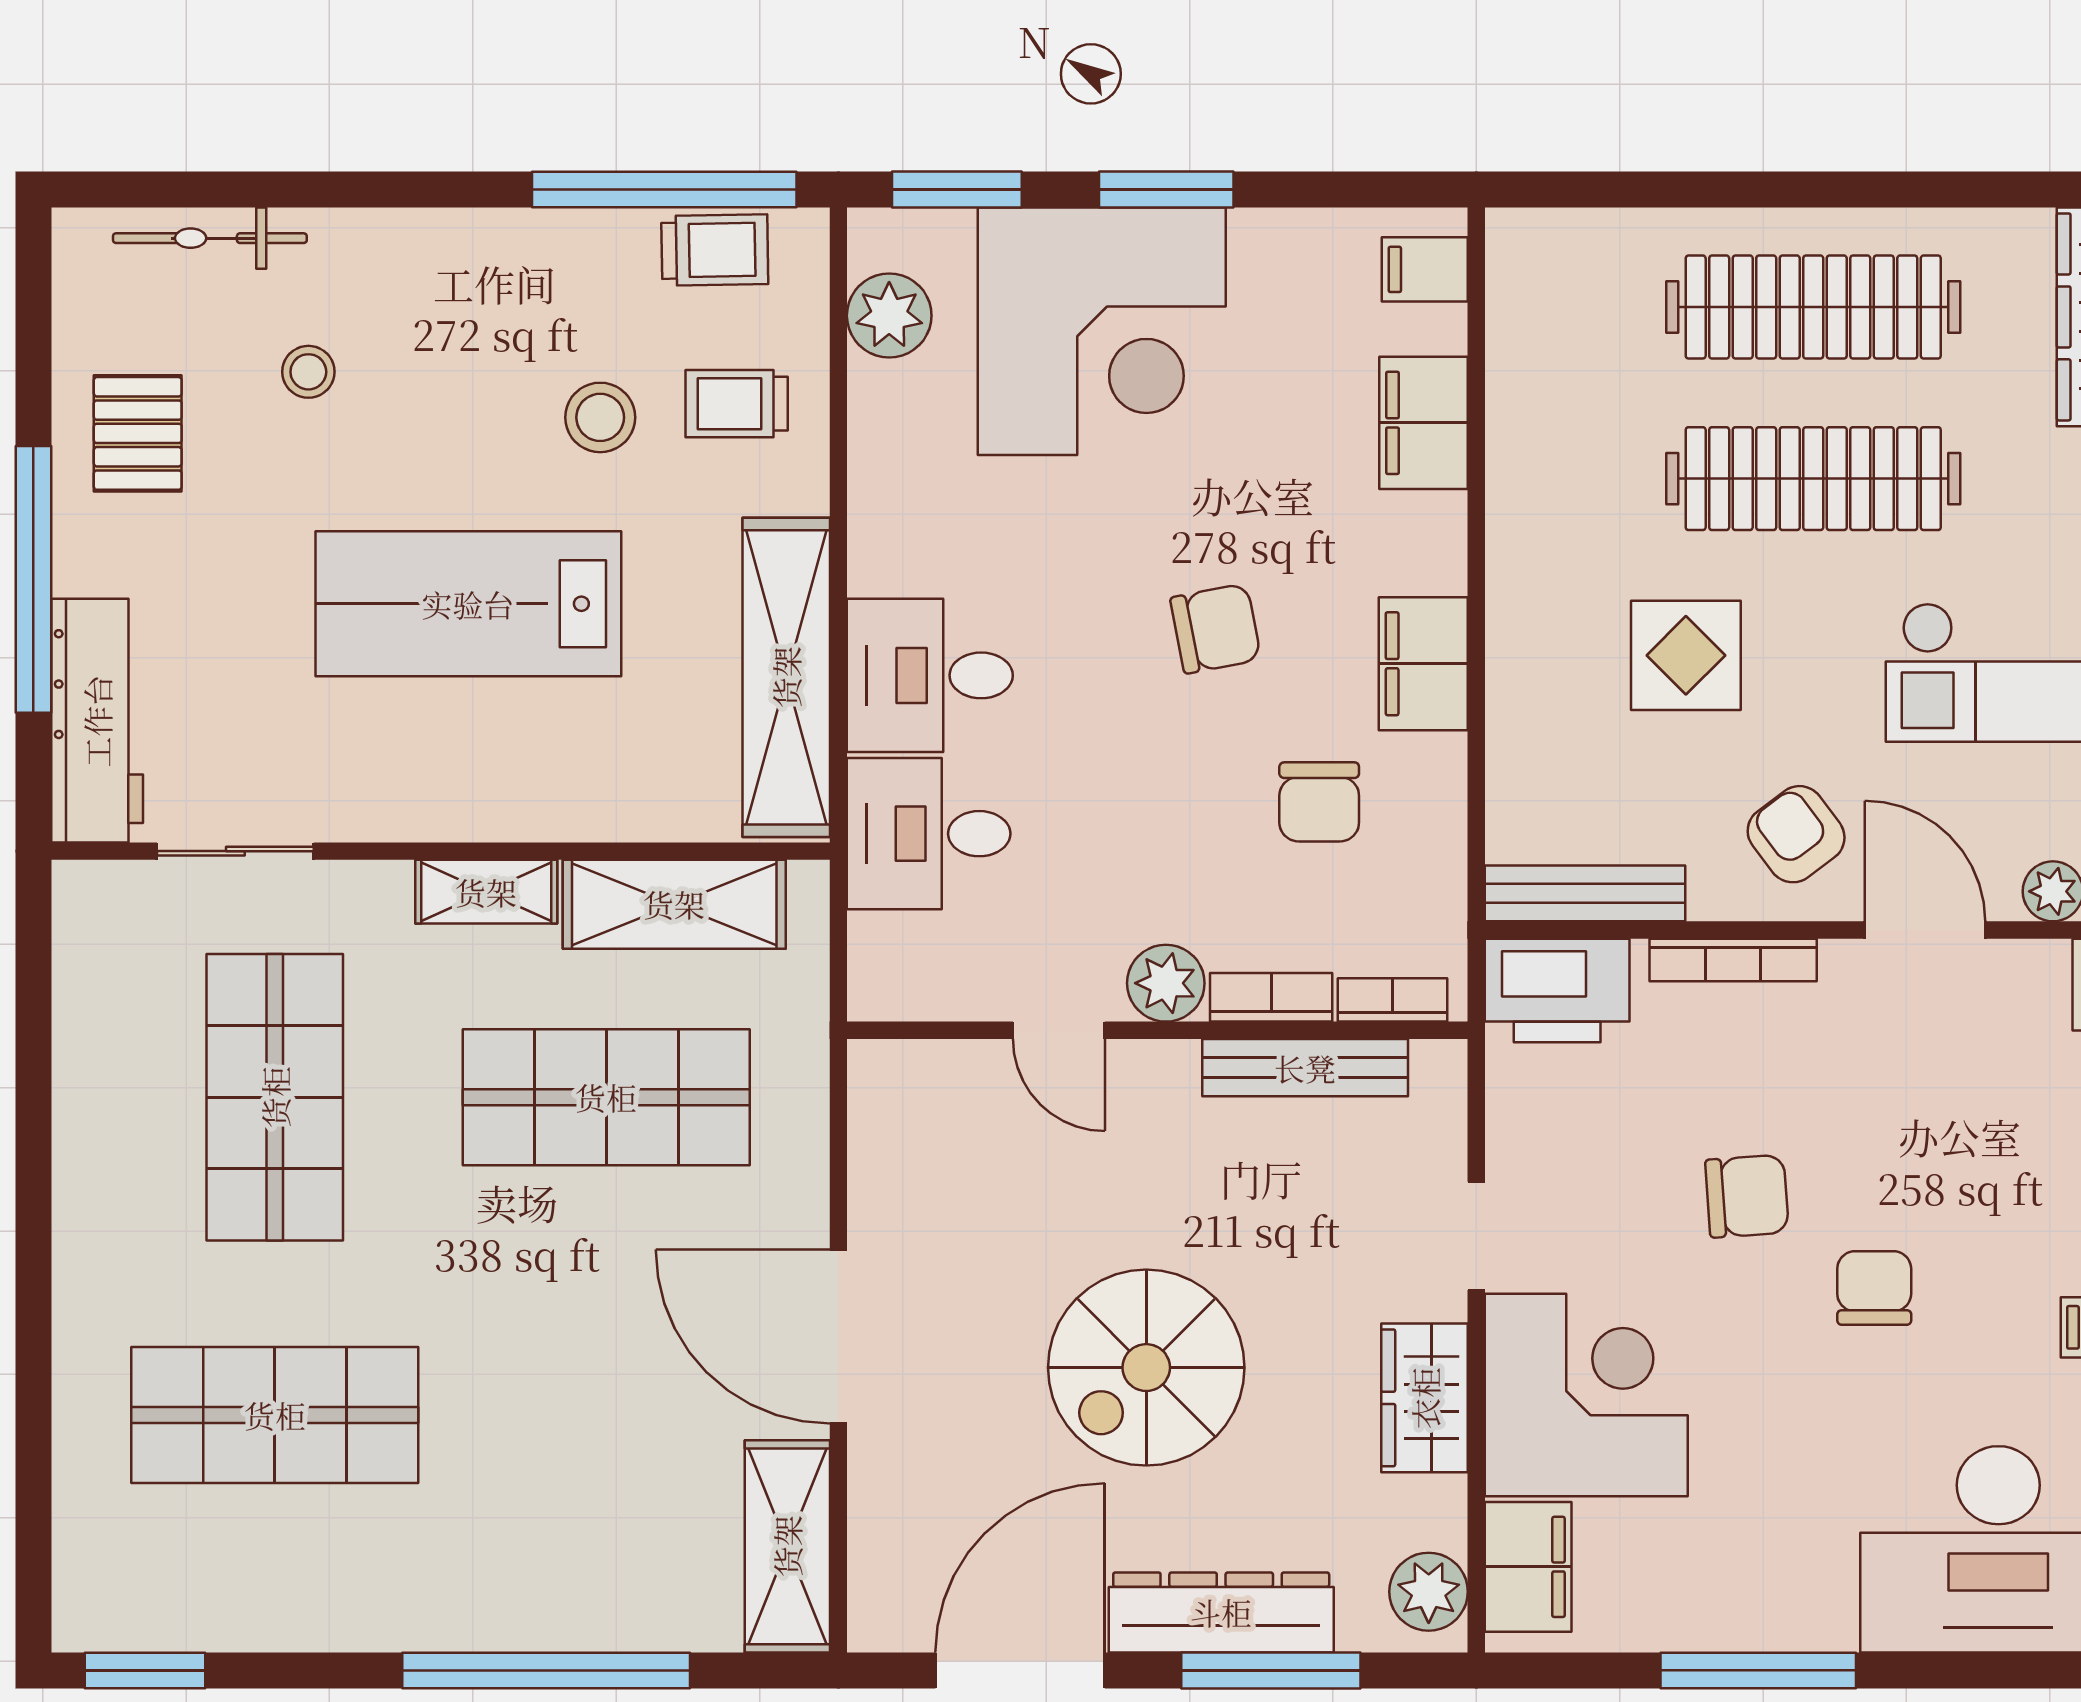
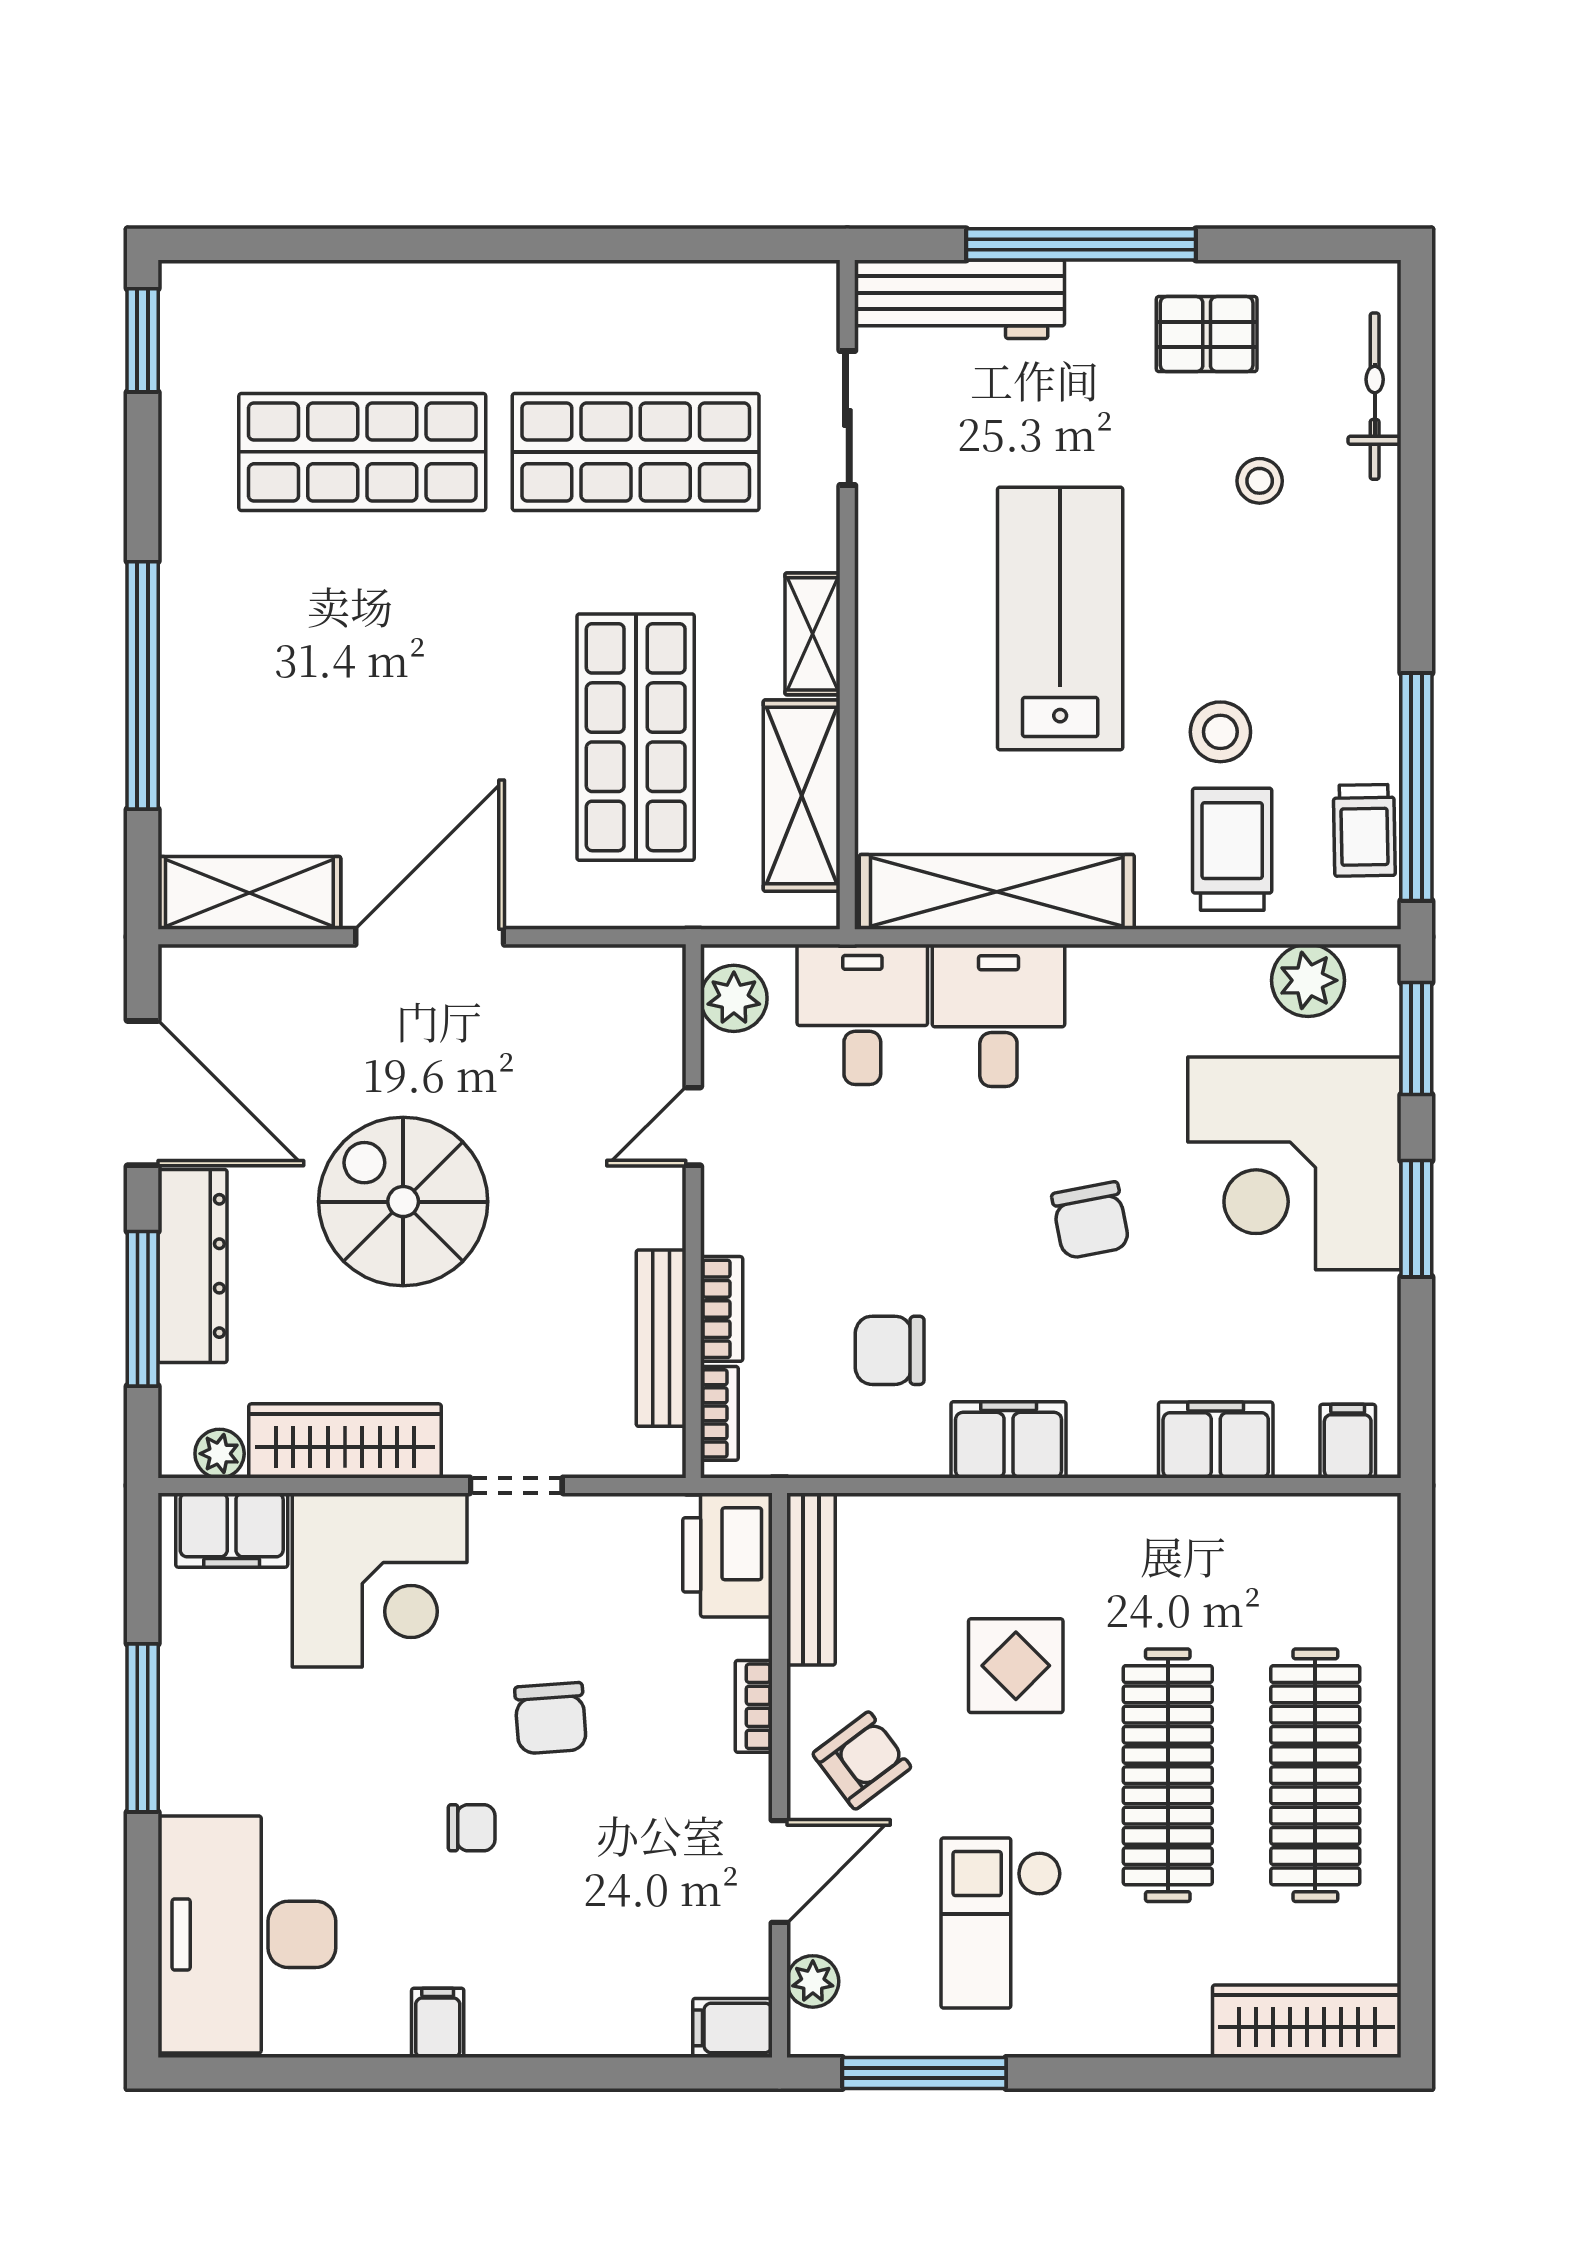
trolley: (737, 404) -> (1232, 849), width x1.36, depth x1.39
chair: (1216, 629) -> (1091, 1220), moved
bookcase: (1733, 960) -> (754, 1706), width x0.64
plant: (1166, 983) -> (734, 998), moved
chair: (1874, 1288) -> (472, 1828), width x0.73, depth x0.73
wardrobe: (1425, 1398) -> (345, 1441), width x1.50
shop shelf: (275, 1415) -> (362, 452), turned 90
plant: (1429, 1592) -> (220, 1454), width x0.73, depth x0.73

